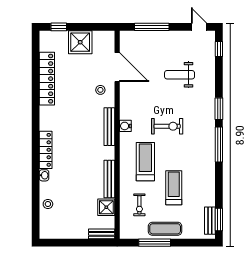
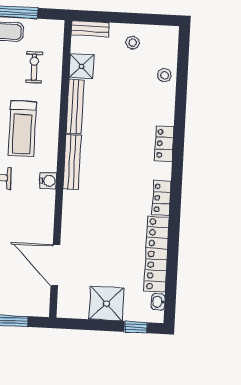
stool: (100, 90) -> (133, 43), moved
locker: (46, 118) -> (161, 198), added
bench: (109, 127) -> (72, 162), moved
locker: (46, 150) -> (164, 144), width x0.66
washbasin: (44, 175) -> (158, 302), moved

